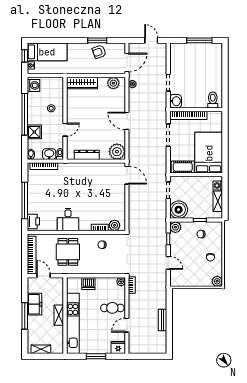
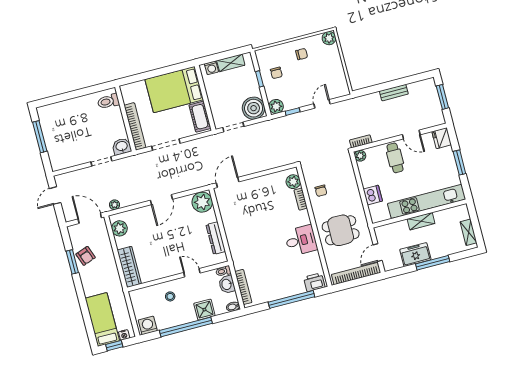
window: (150, 356) -> (442, 97), added

